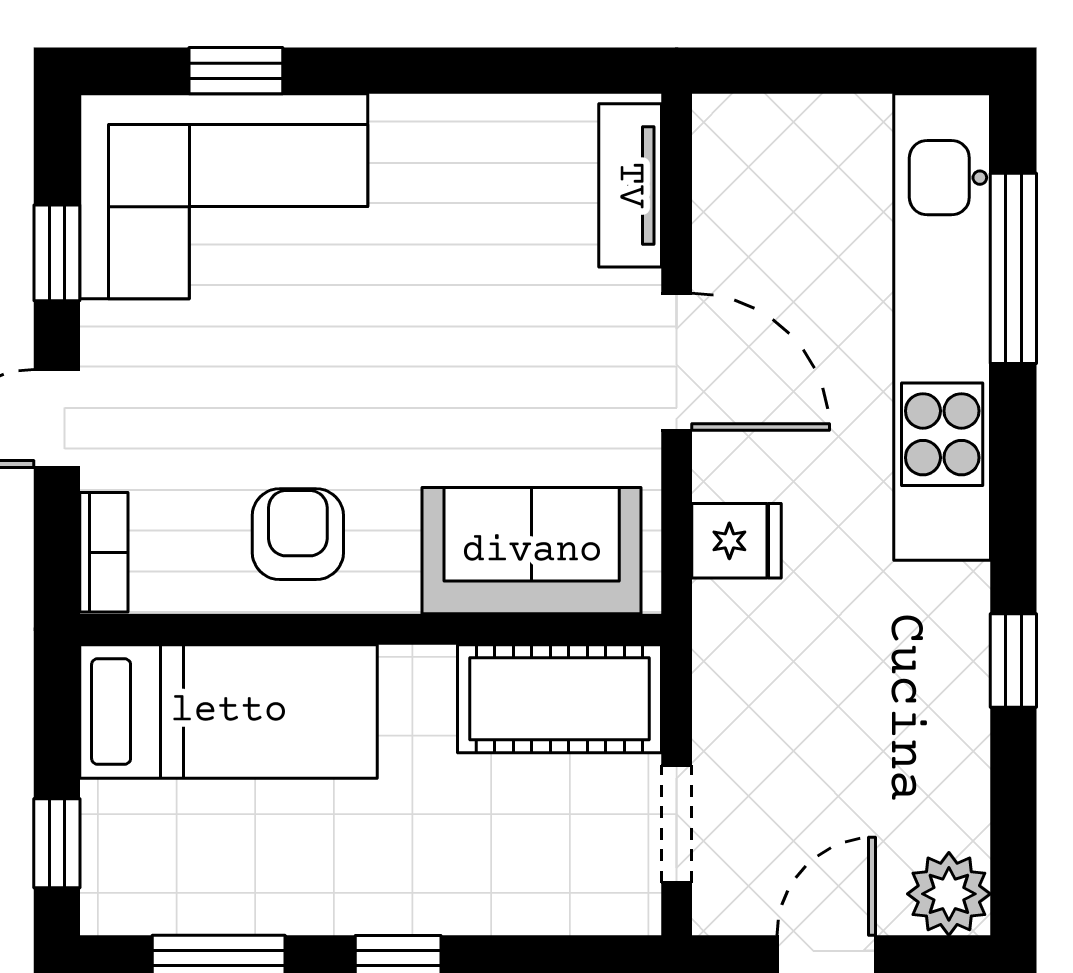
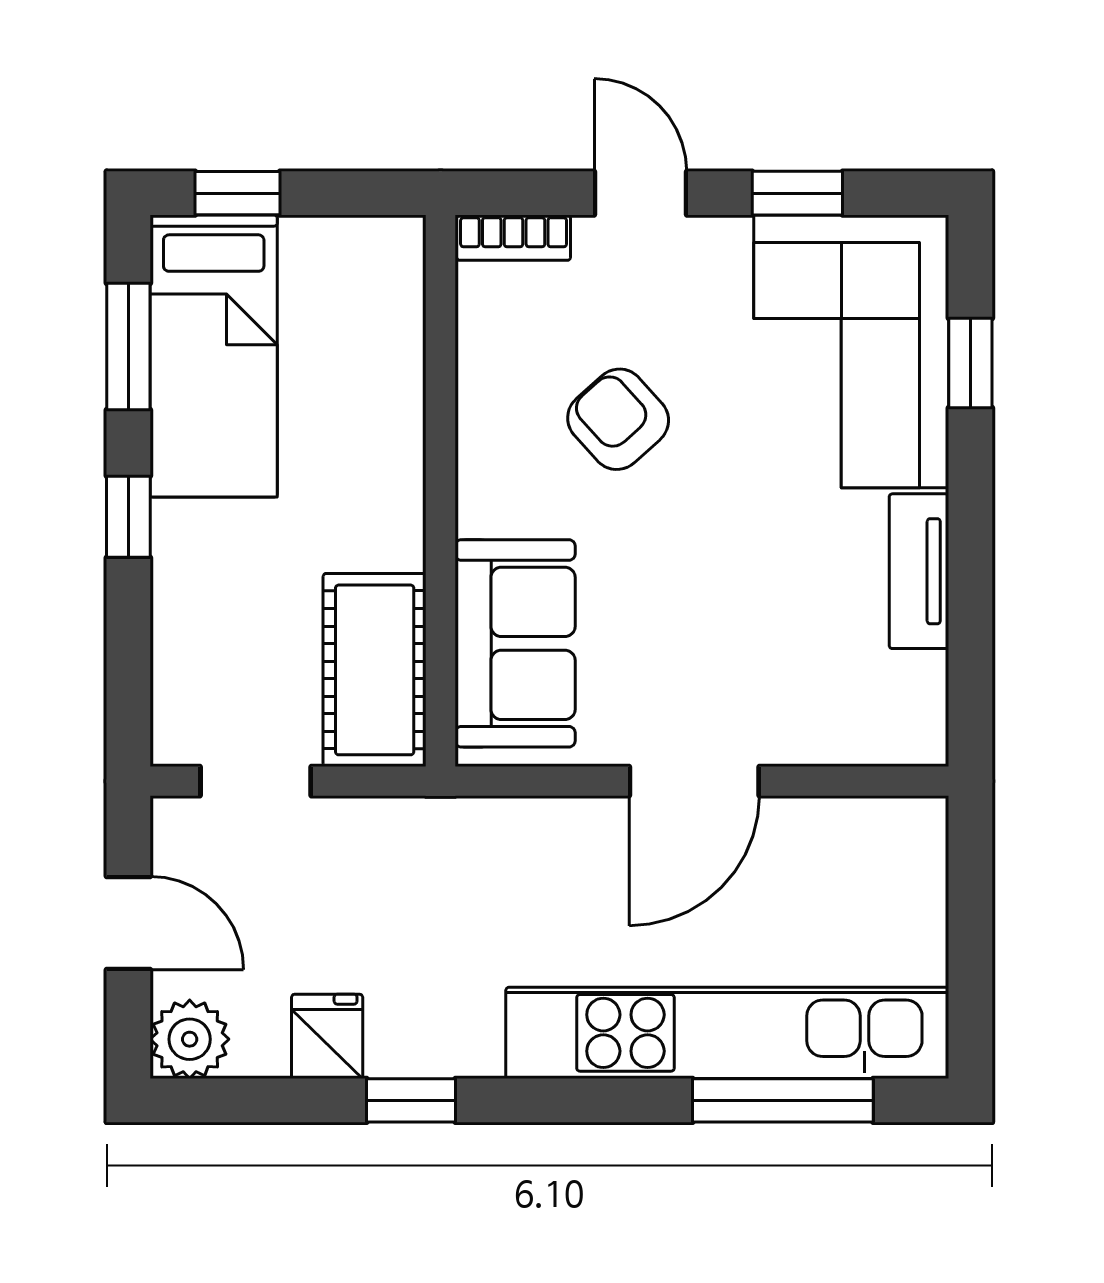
tv unit: (630, 185) -> (919, 571), moved, turned -90
armchair: (298, 534) -> (618, 419), moved, turned -132
fridge: (737, 541) -> (327, 1036), moved, turned 180
bed: (229, 711) -> (214, 356), moved

